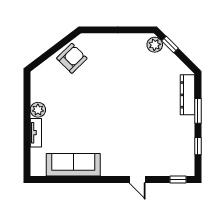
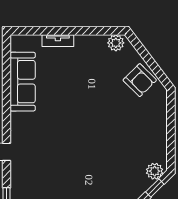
plant: (38, 110) -> (116, 43), moved

